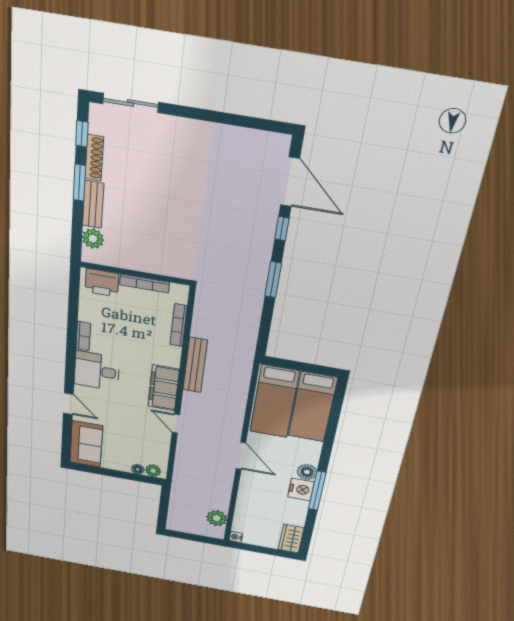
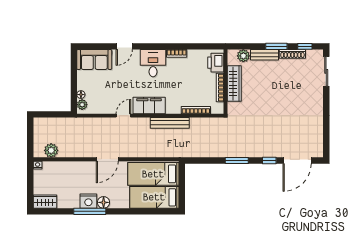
wardrobe: (140, 261) -> (234, 84), added

